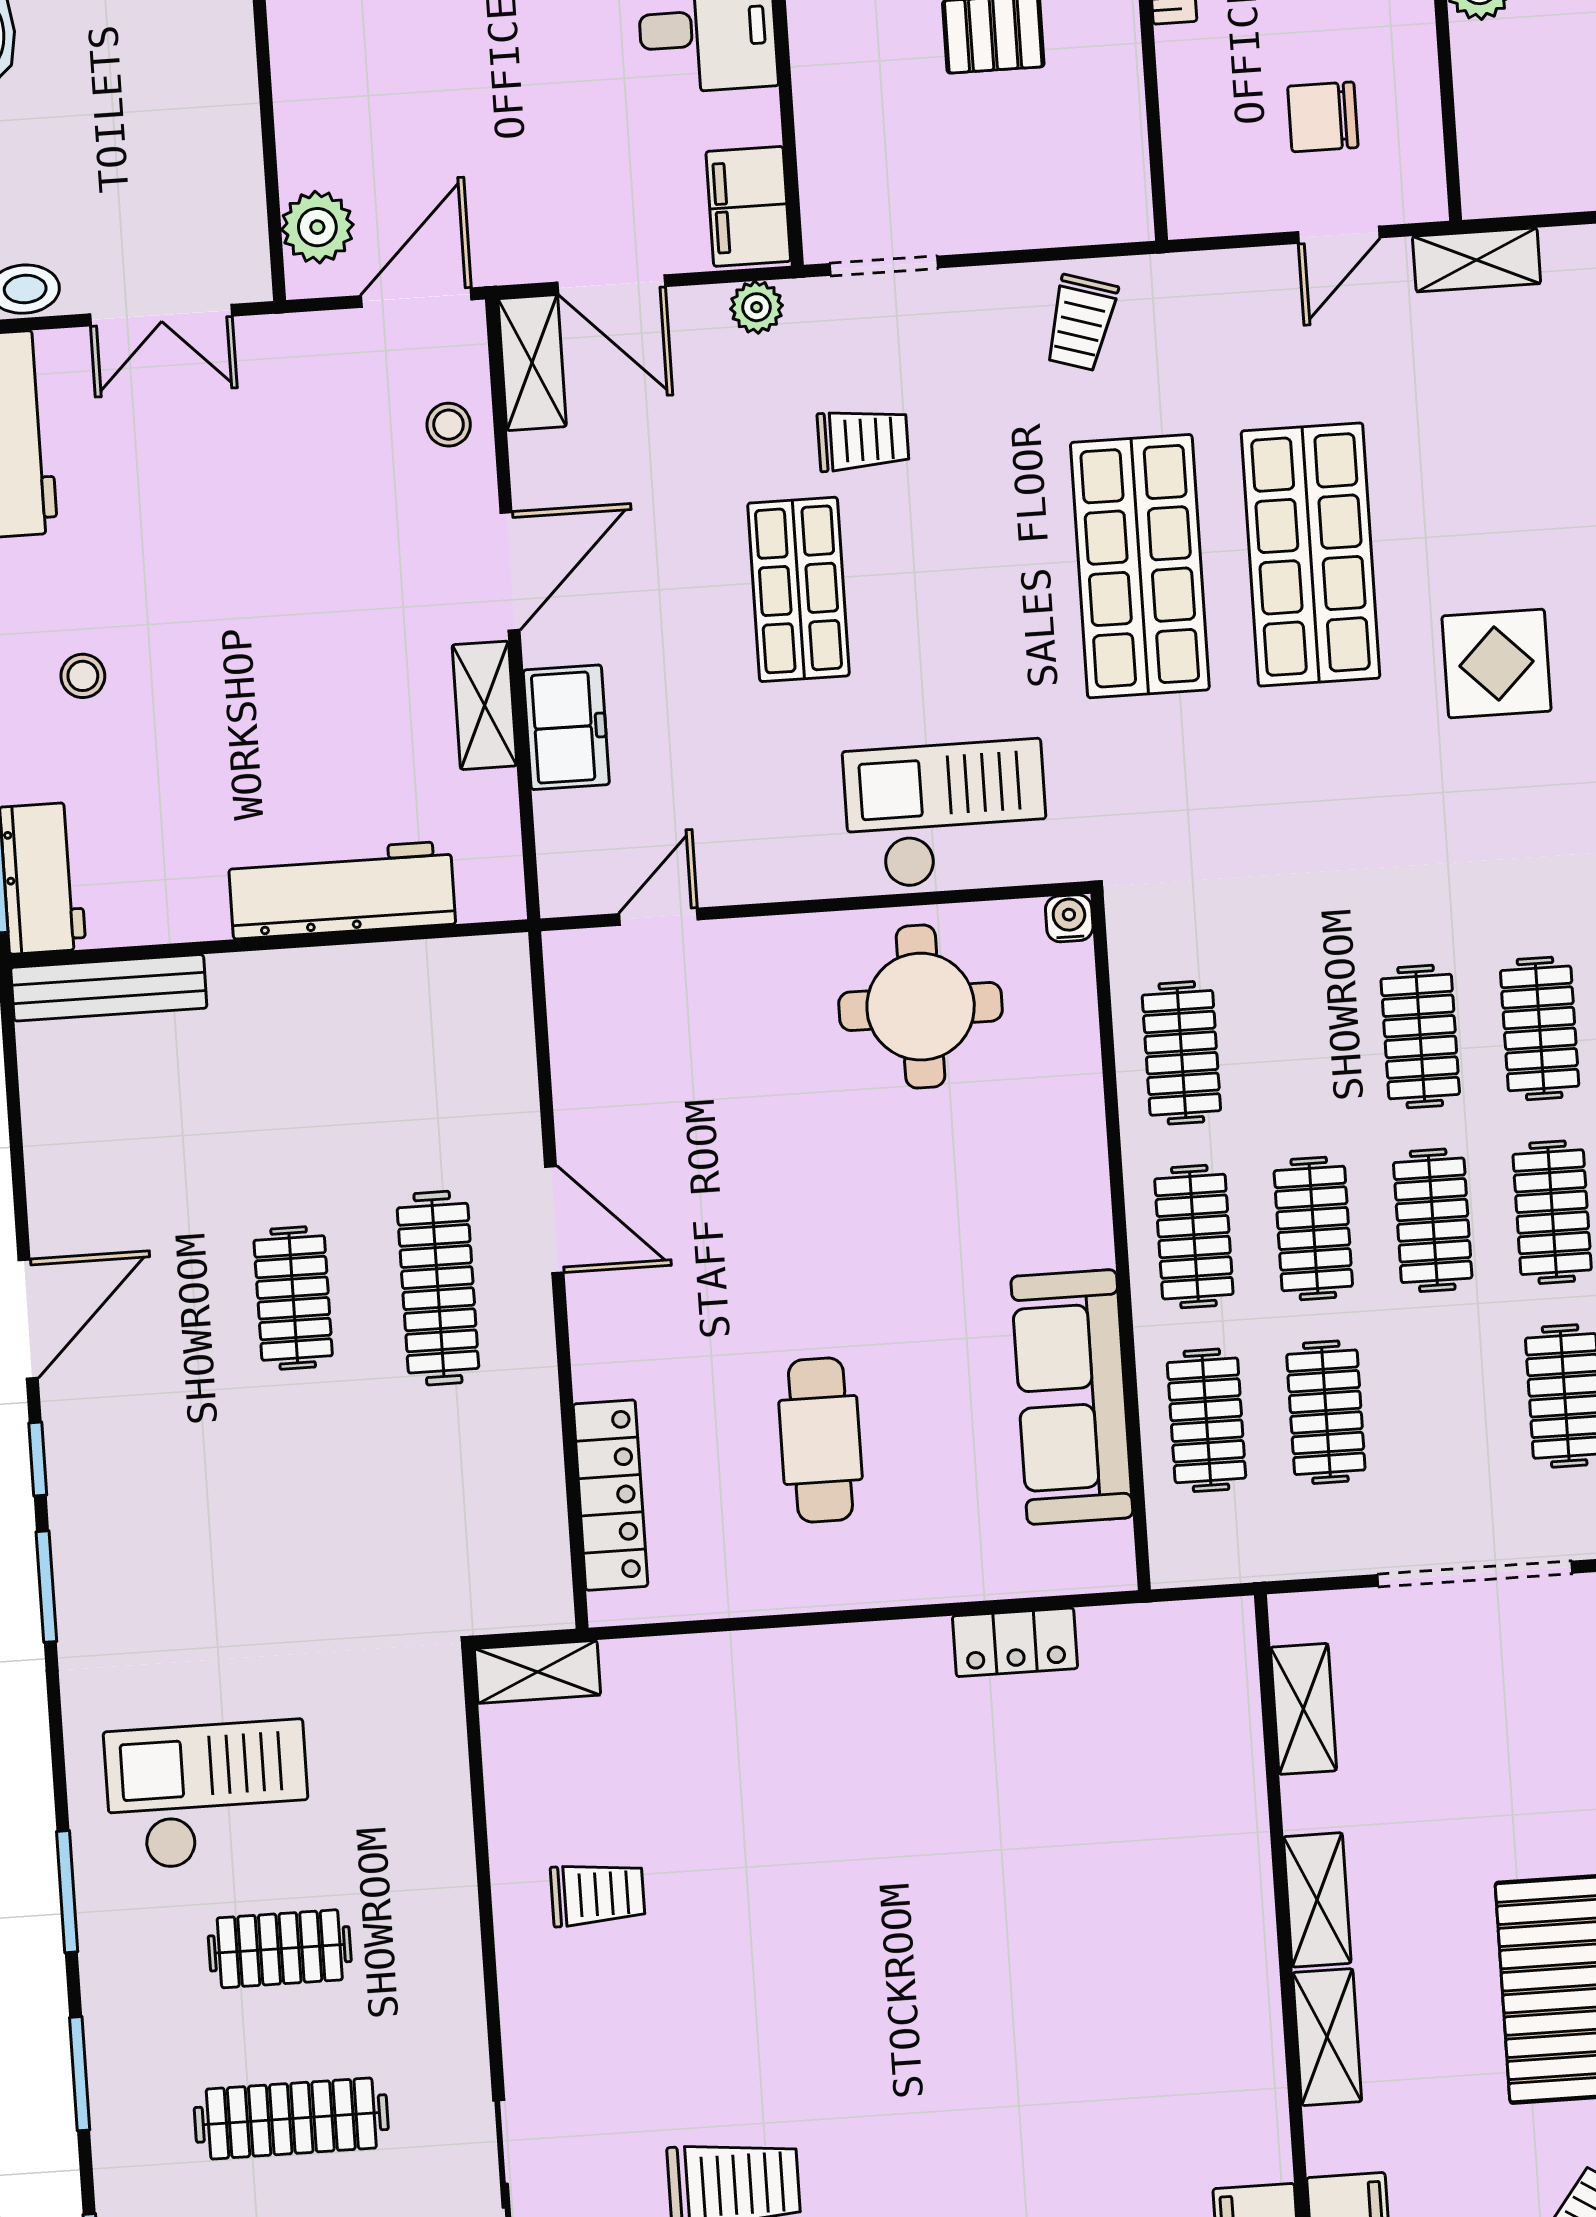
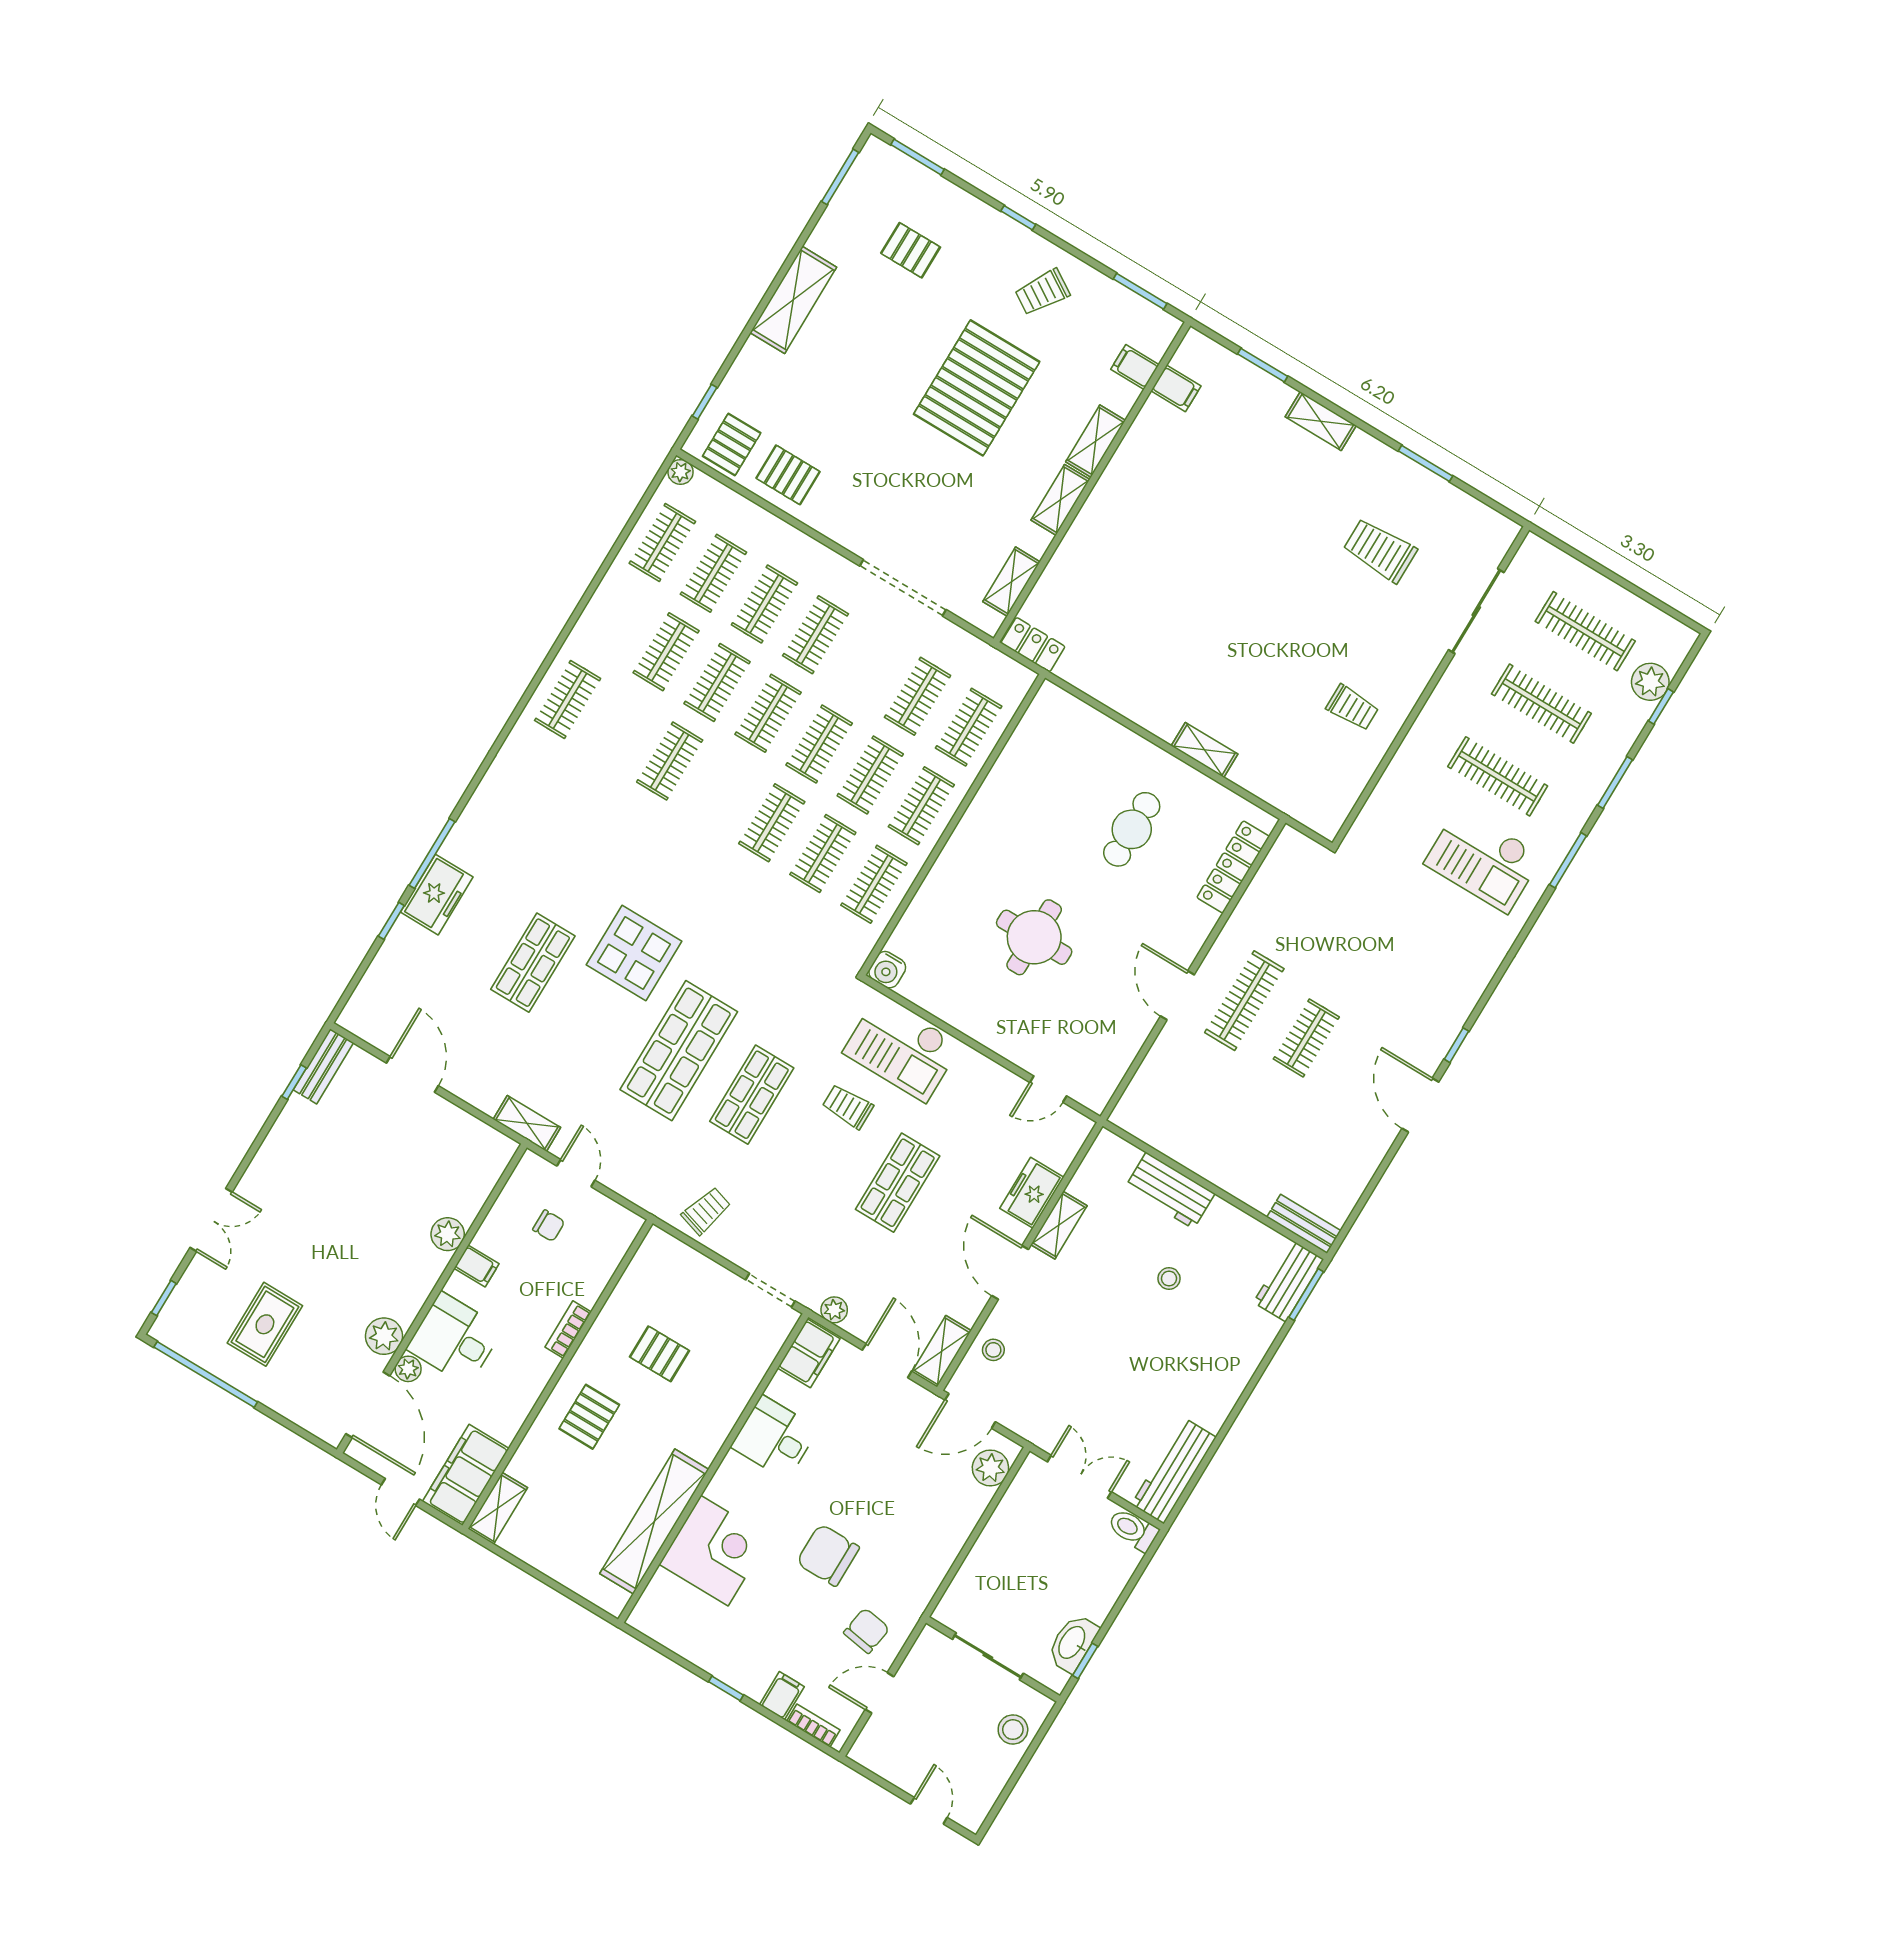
chair: (1323, 117) -> (549, 1226), width x0.73, depth x0.73
door: (1339, 235) -> (576, 1173), hinge flipped
trolley: (863, 440) -> (848, 1106), moved
shop shelf: (1140, 566) -> (752, 1095), width x0.70, depth x0.74
door: (510, 571) -> (1010, 1273), hinge flipped
display table: (1496, 664) -> (634, 953), width x1.36, depth x1.36
stool: (83, 676) -> (1169, 1279), moved
workbench: (342, 890) -> (1170, 1191), width x0.73
water cooler: (1069, 918) -> (887, 970), width x1.38, depth x1.38
bench: (109, 988) -> (1304, 1224), width x0.73
round table: (921, 1007) -> (1034, 937), moved
clothes rail: (1540, 1028) -> (823, 853), moved
door: (28, 1319) -> (1420, 1105), hinge flipped
sofa: (1072, 1397) -> (1017, 775), removed
window: (46, 1587) -> (1489, 991), removed
locker: (1015, 1642) -> (1033, 645), moved
shelving: (537, 1672) -> (1204, 750), moved
trolley: (598, 1894) -> (1352, 708), turned 180
clothes rail: (280, 1949) -> (1498, 776), width x1.36

